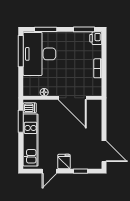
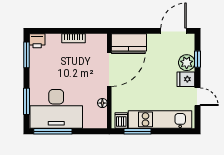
kitchen counter: (94, 114) -> (129, 42), added
plant: (78, 162) -> (187, 63), added

